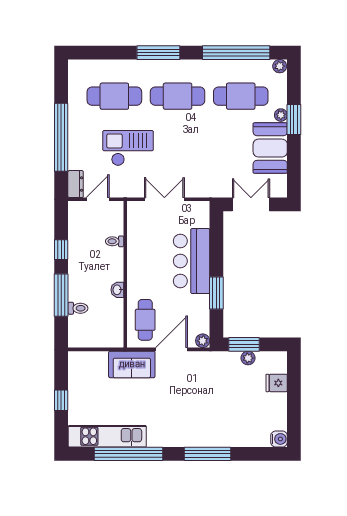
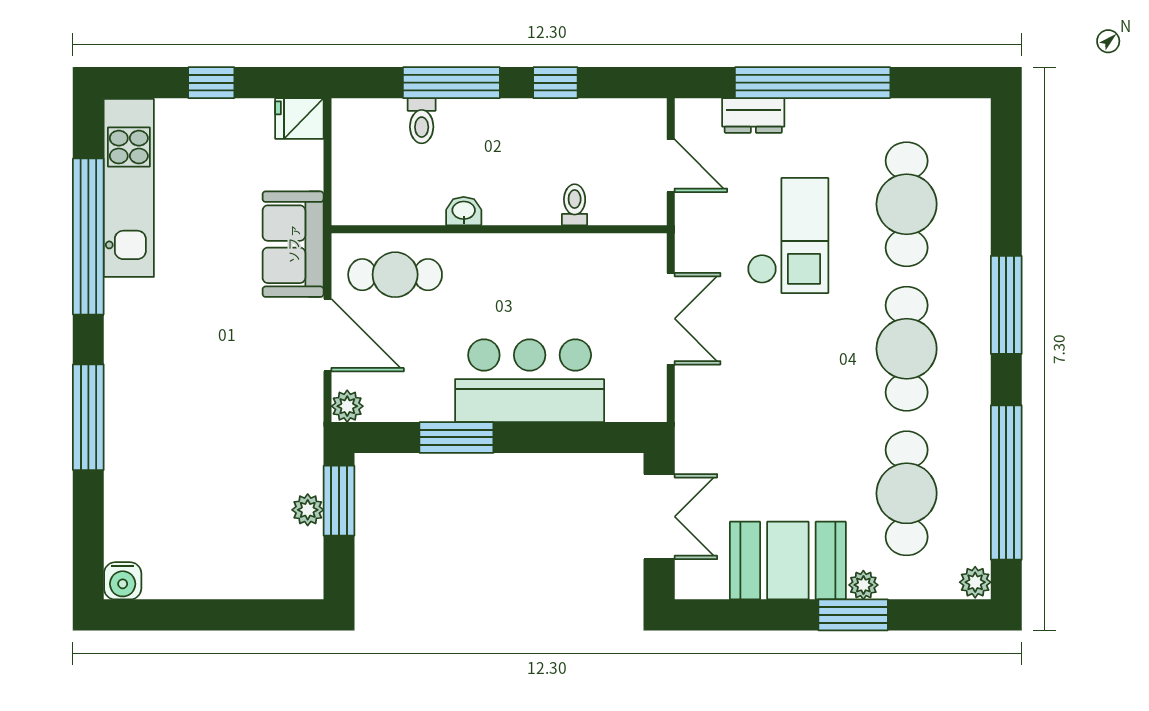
dresser: (76, 184) -> (753, 116), moved
fridge: (277, 383) -> (299, 118), moved, turned -90

